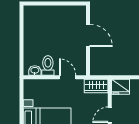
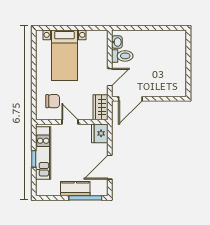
door: (88, 35) -> (130, 99), moved

